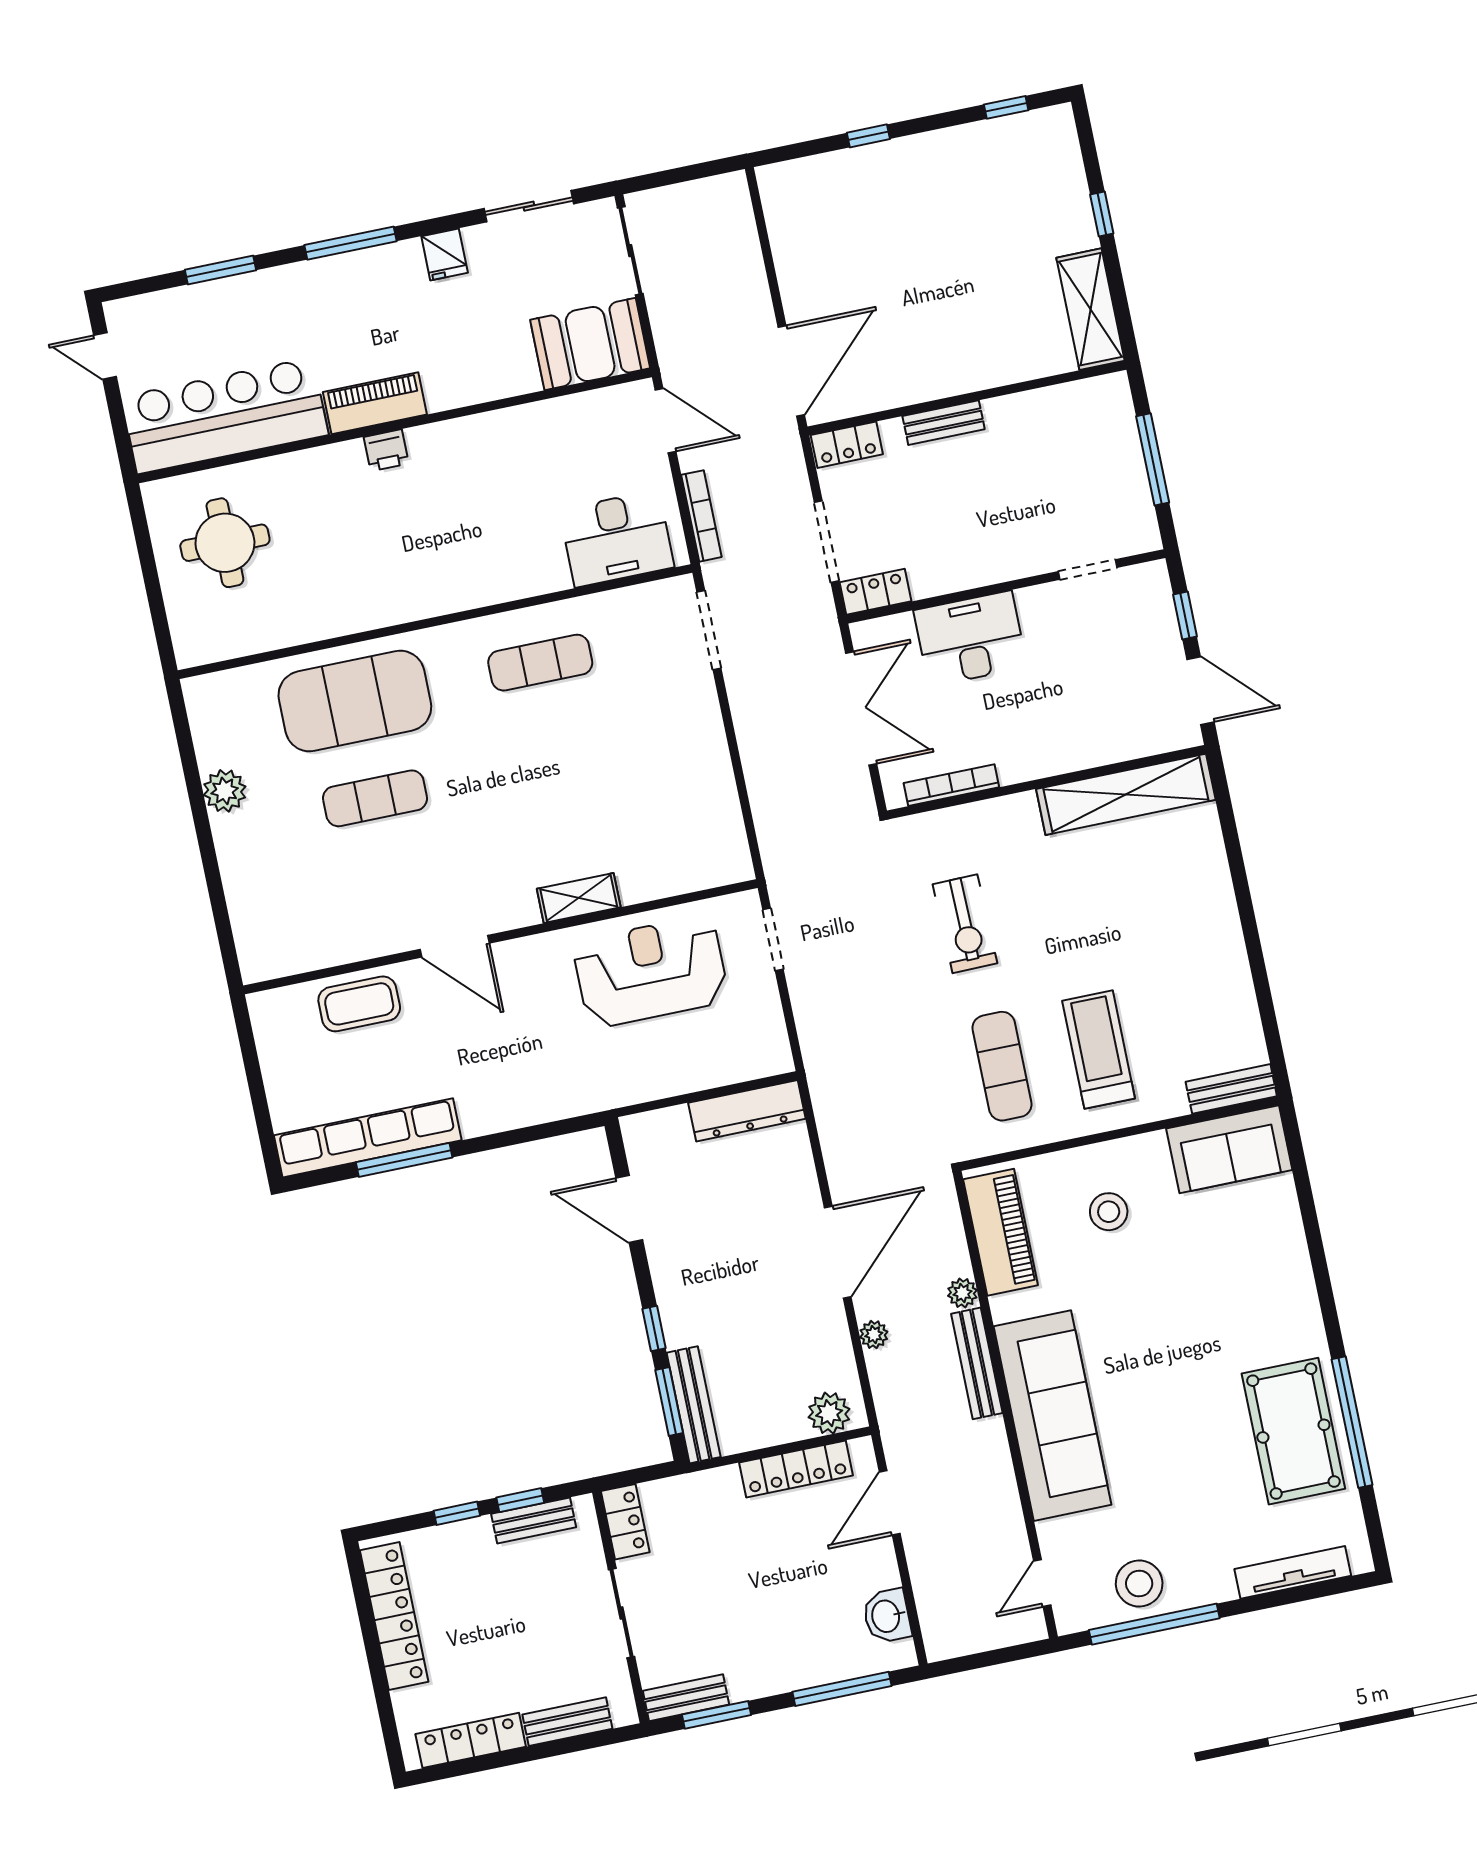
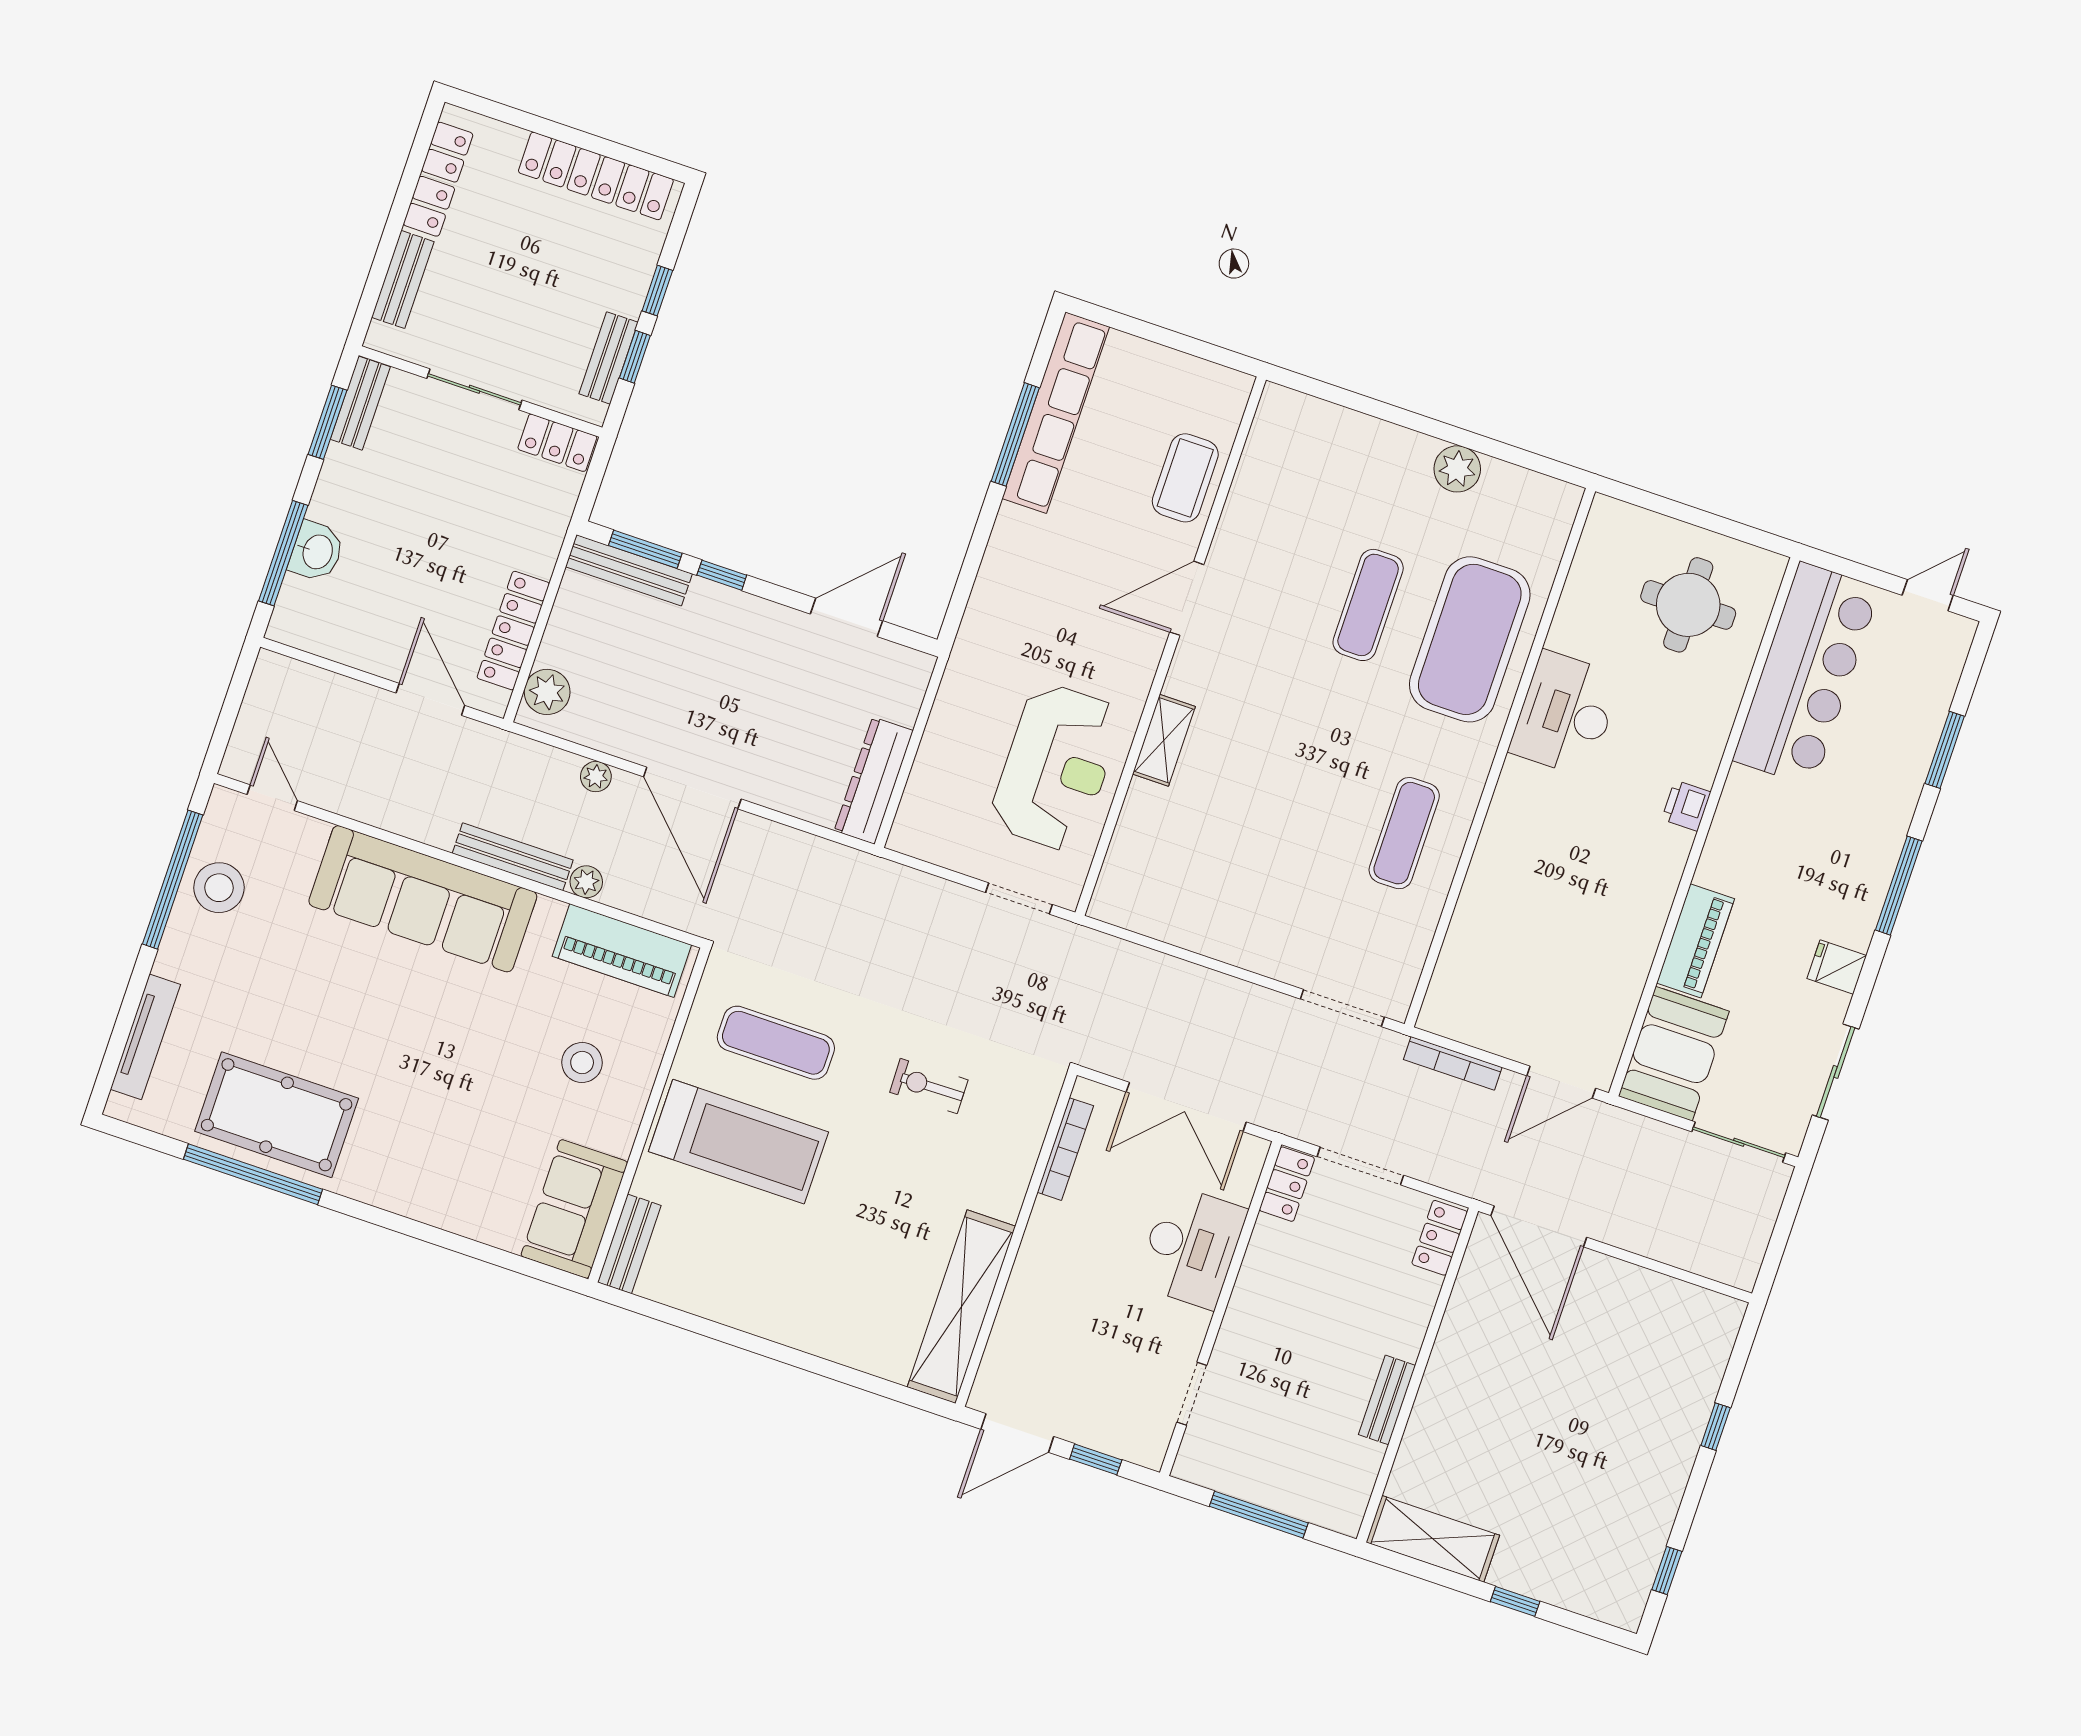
piano: (375, 403) -> (1696, 941), moved
bench: (944, 423) -> (1387, 1400), moved
desk: (617, 539) -> (1565, 714), moved
exercise bike: (965, 924) -> (929, 1086), width x0.73, depth x0.72
treadmill: (1099, 1050) -> (739, 1142), width x1.37, depth x1.38
washbasin: (887, 1616) -> (316, 551), moved, turned 90

